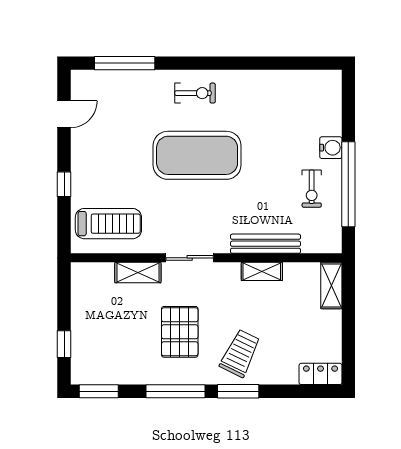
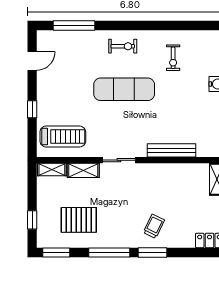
exercise mat: (197, 155) -> (124, 89), width x0.68
exercise bike: (312, 189) -> (173, 58), moved
shelving: (262, 271) -> (52, 170), moved
pallet: (180, 332) -> (79, 220), moved, turned 90
trolley: (240, 353) -> (154, 226), width x0.73, depth x0.72

